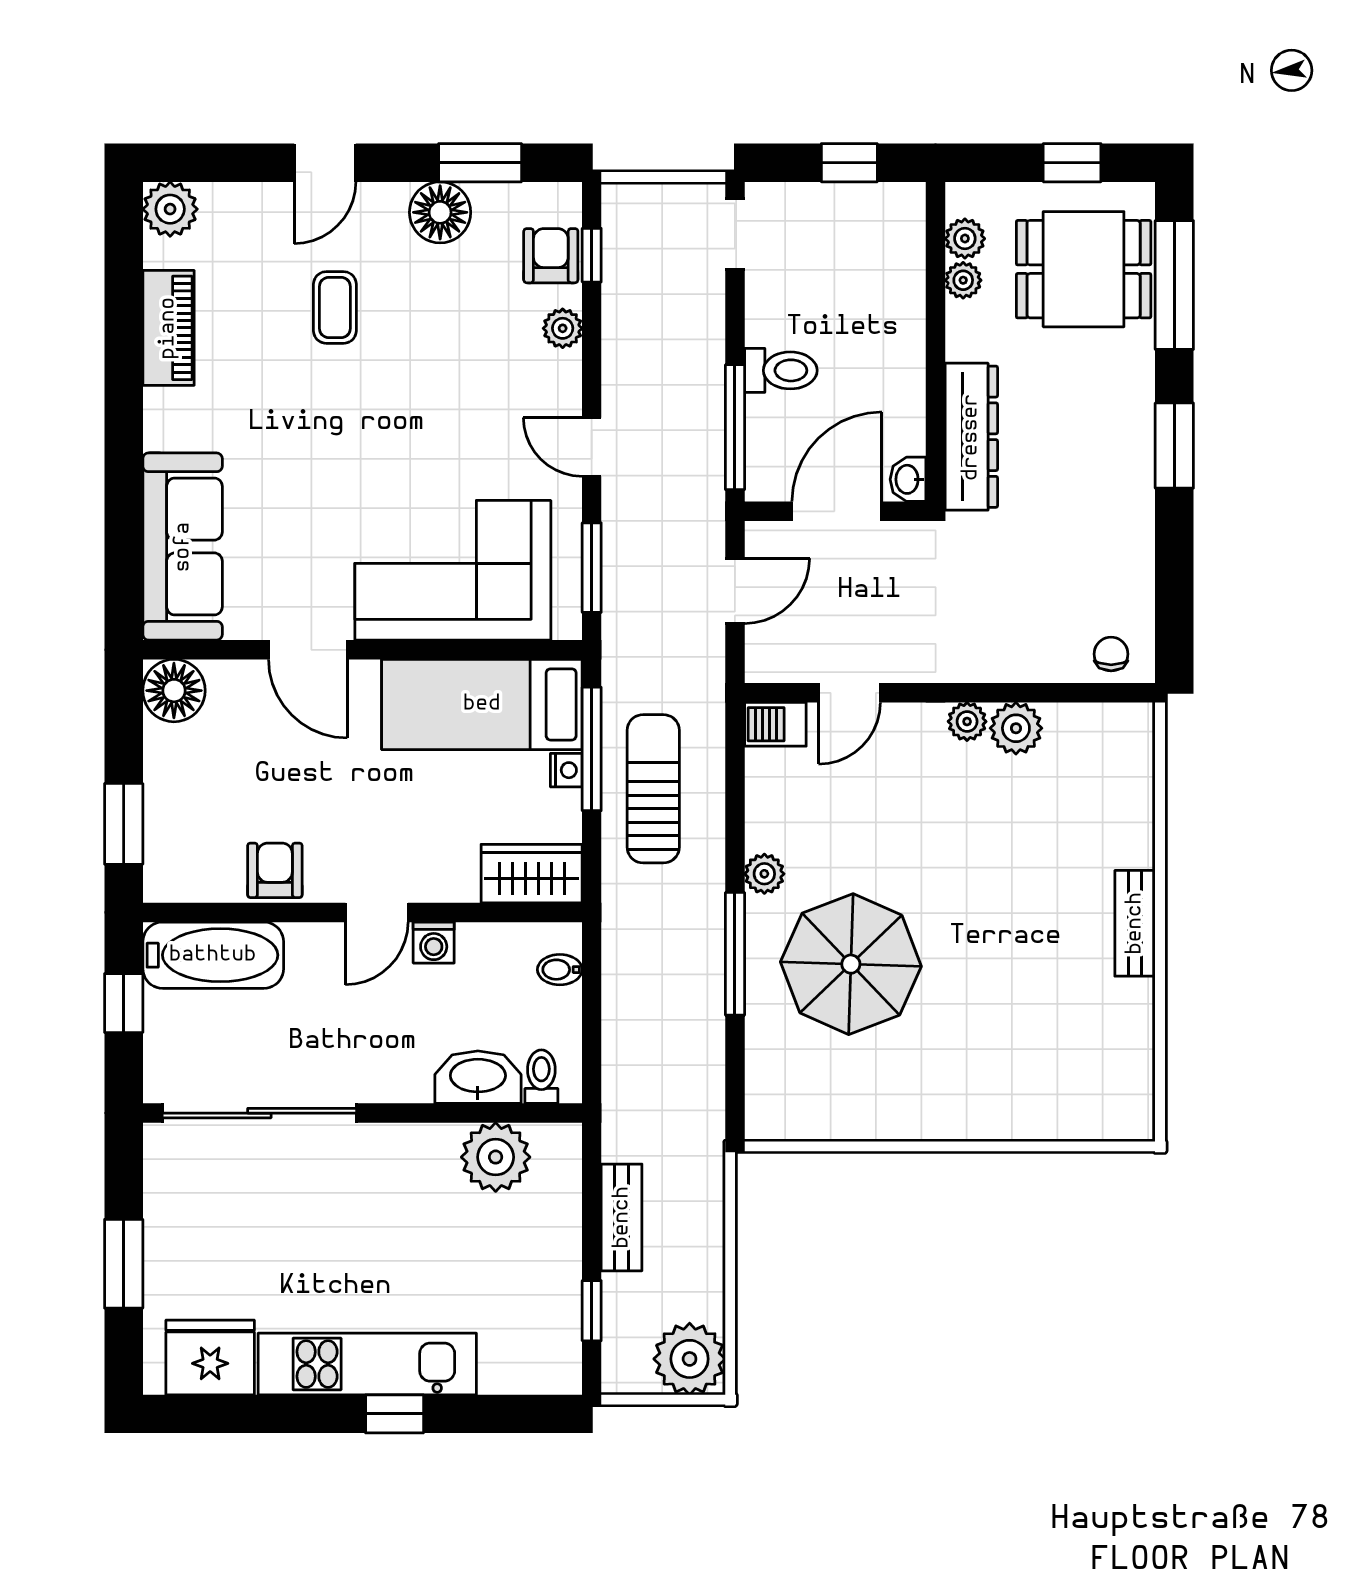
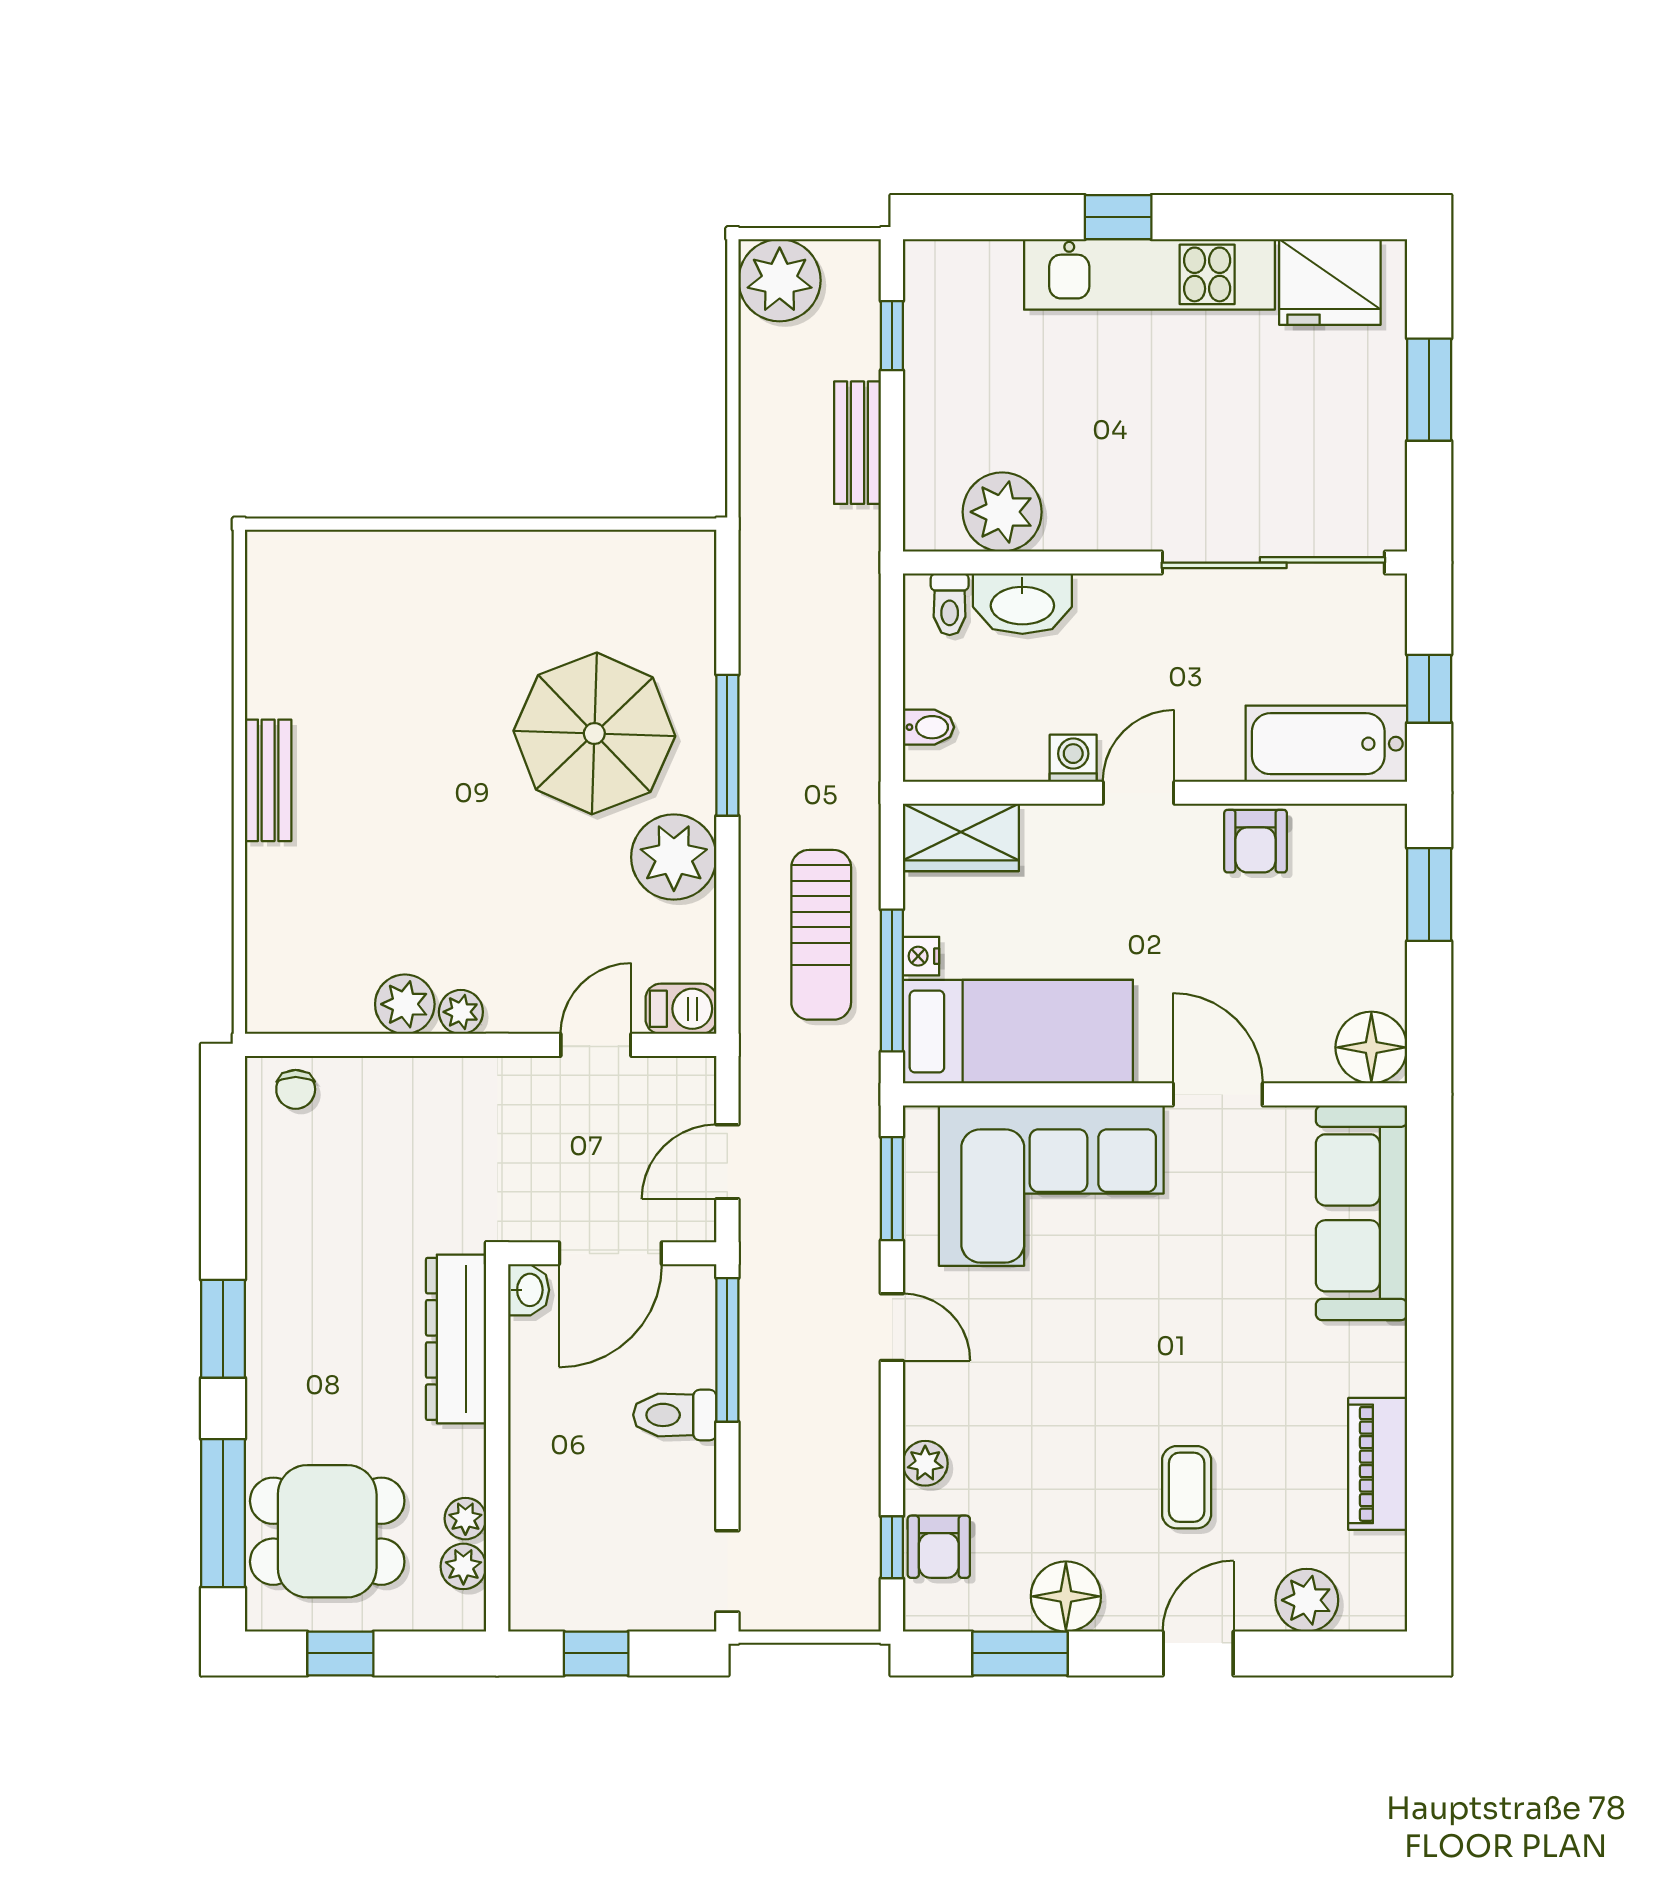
plant: (170, 209) -> (1307, 1600), moved
plant: (764, 874) -> (674, 857), width x1.87, depth x1.87

